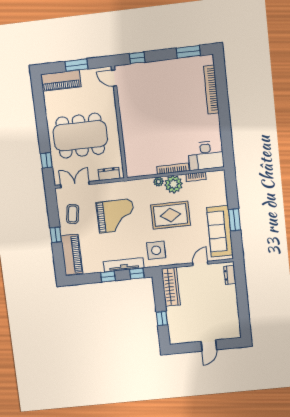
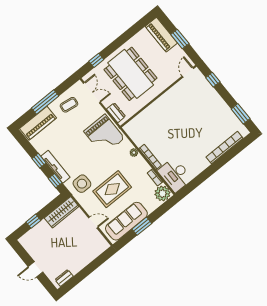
plant: (174, 184) -> (162, 193), moved
rug: (171, 215) -> (112, 189), moved, turned 90
grand piano: (116, 216) -> (104, 135), moved
window: (56, 235) -> (45, 102), width x2.17
dresser: (230, 275) -> (64, 278), moved

